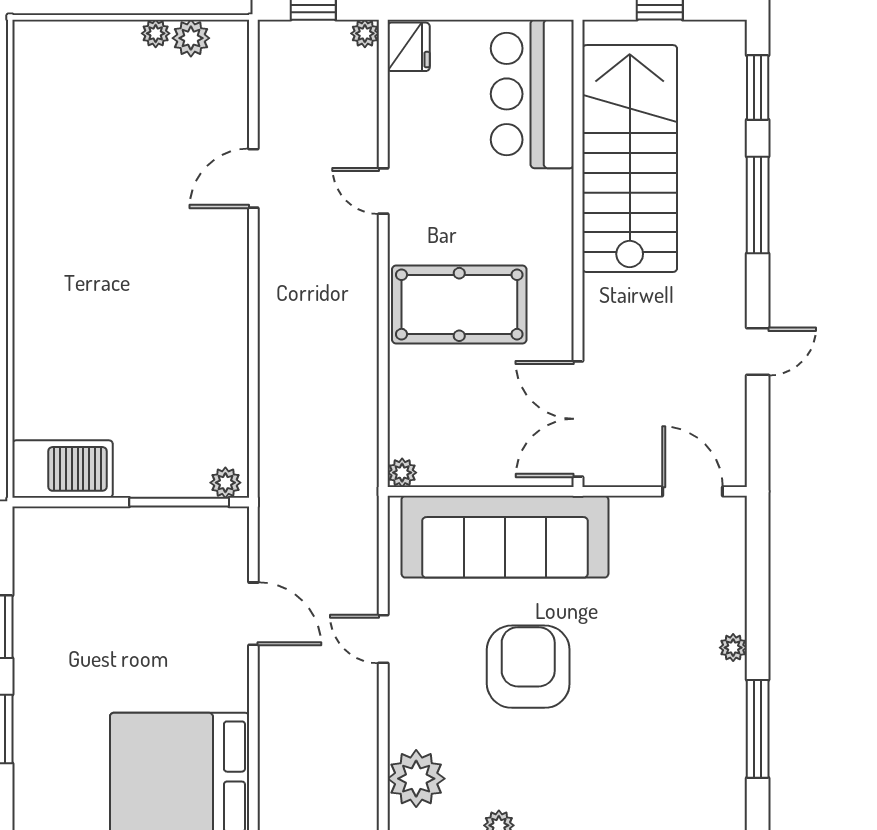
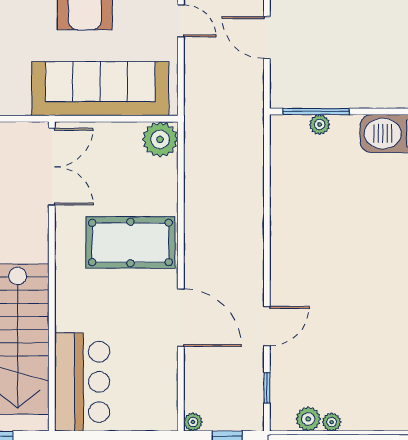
fridge: (409, 47) -> (164, 413), removed
window: (253, 85) -> (267, 388), added
door: (383, 191) -> (181, 318), width x1.88
plant: (402, 473) -> (160, 139), width x1.88, depth x1.88
plant: (225, 483) -> (320, 124), moved

